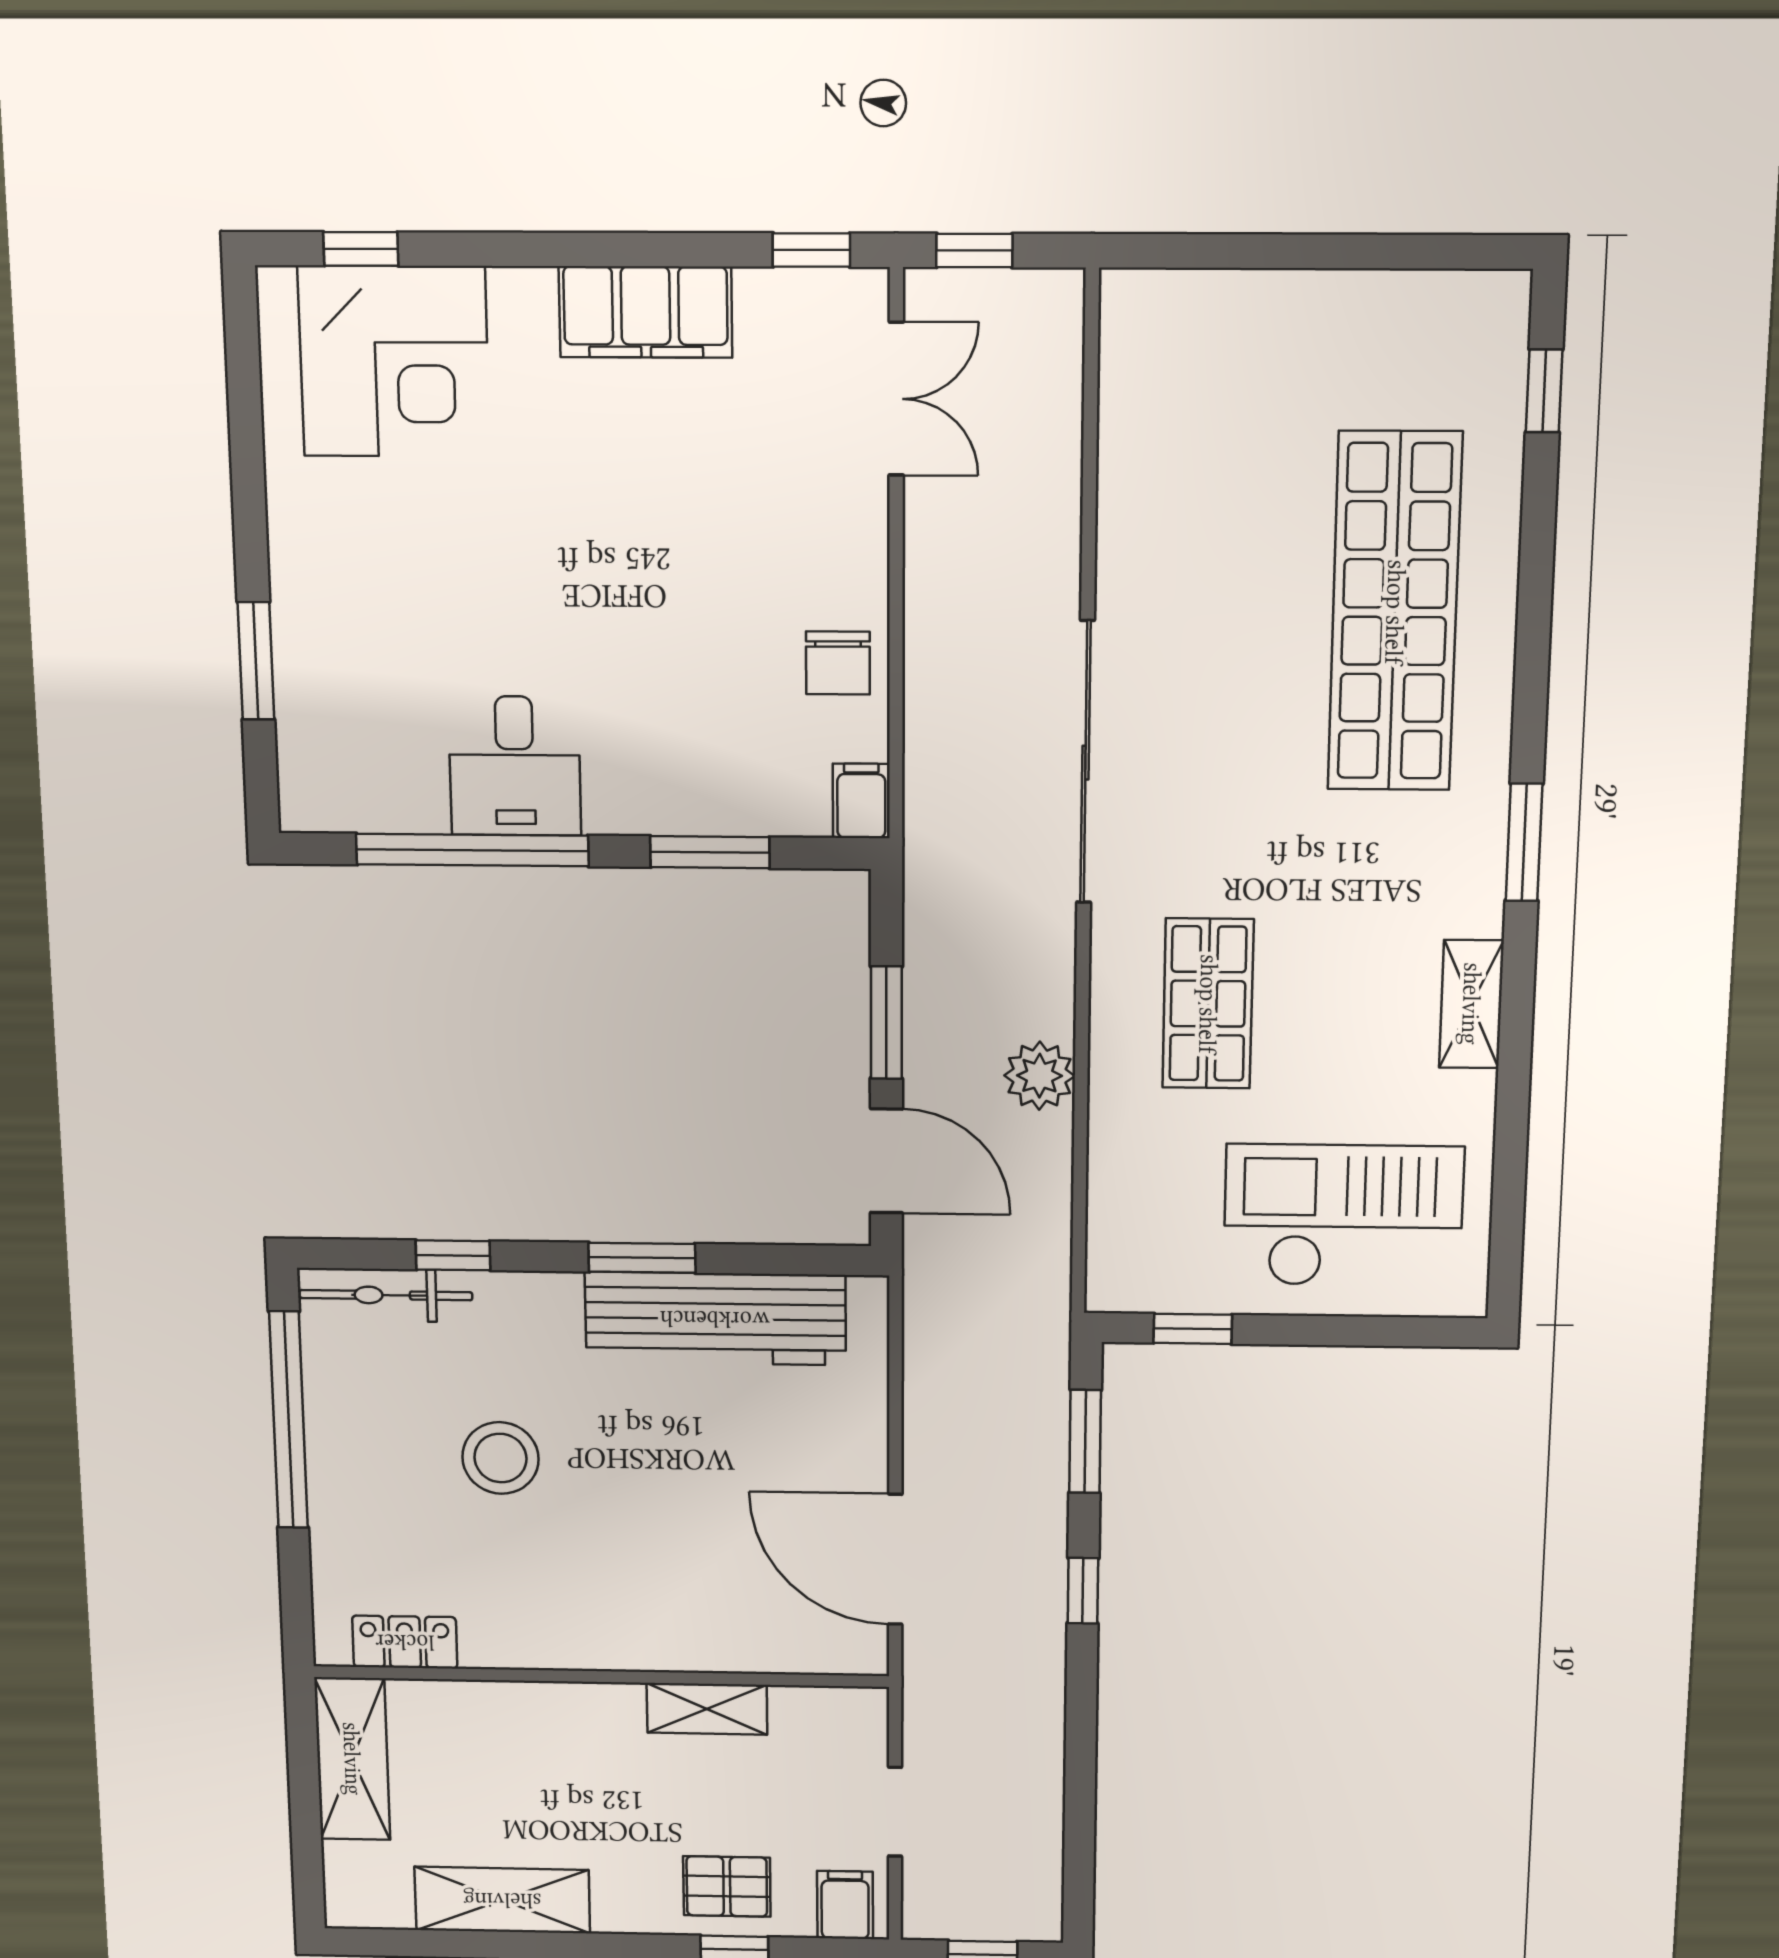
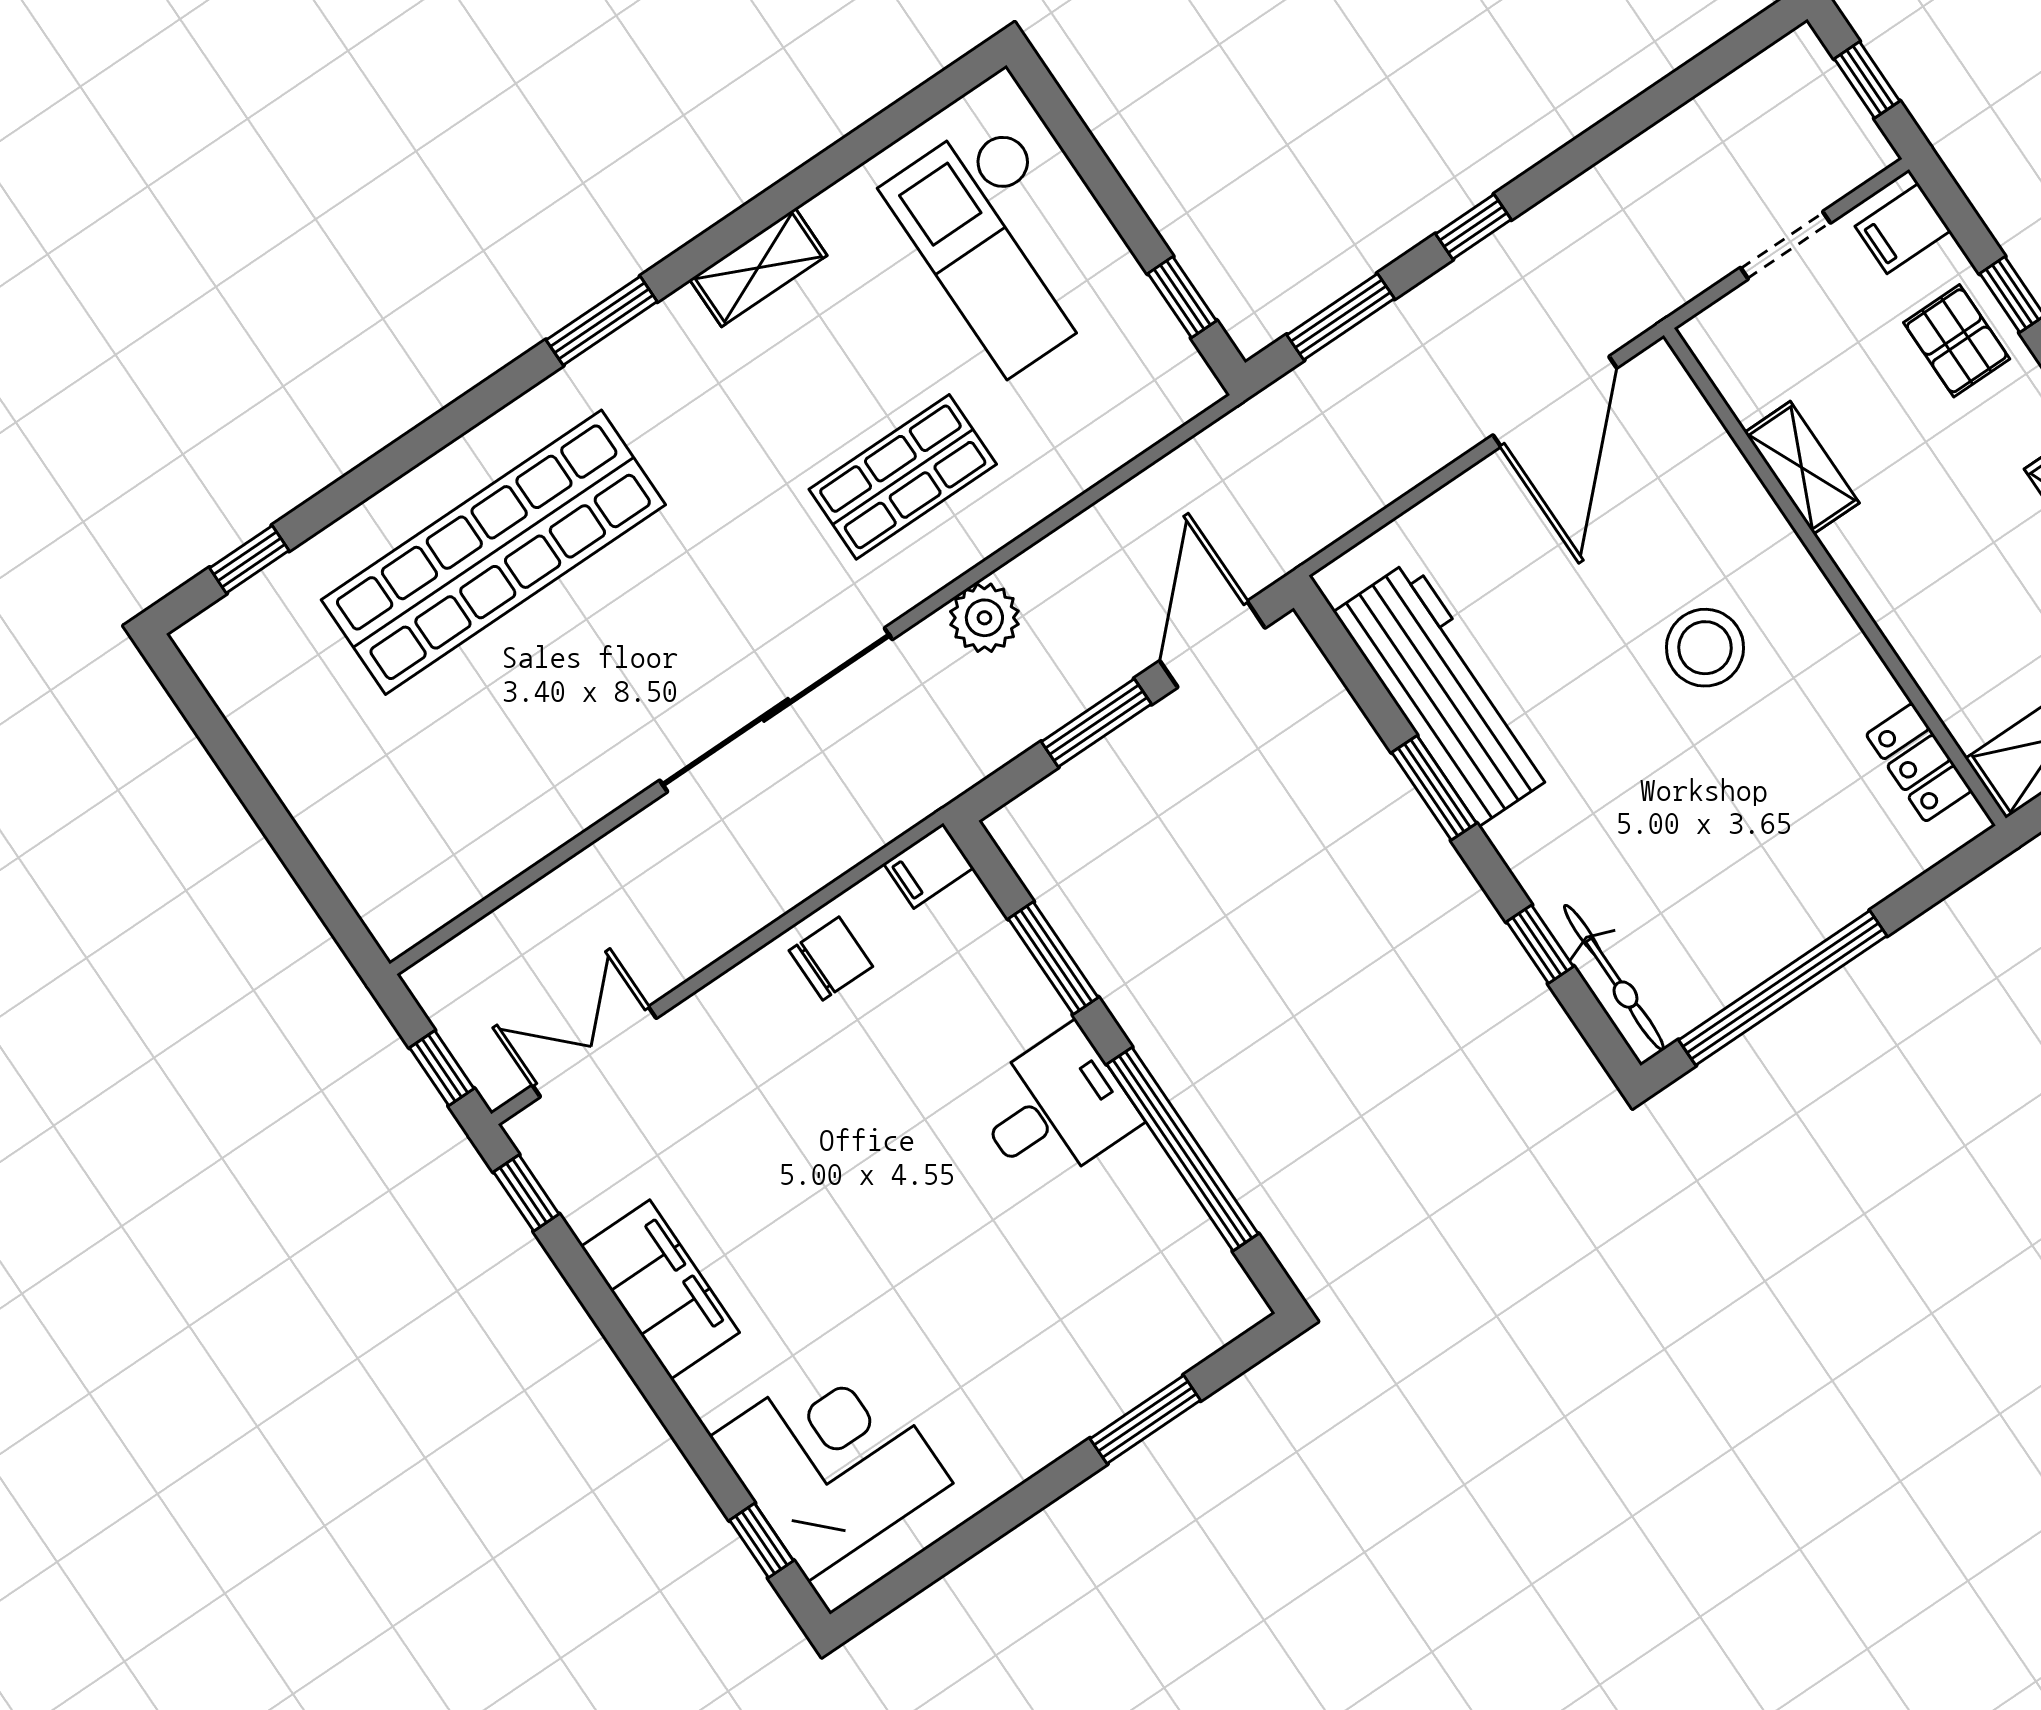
desk: (515, 766) -> (1055, 1108), moved
plant: (1040, 1076) -> (984, 618), moved
stool: (500, 1458) -> (1705, 648), moved

